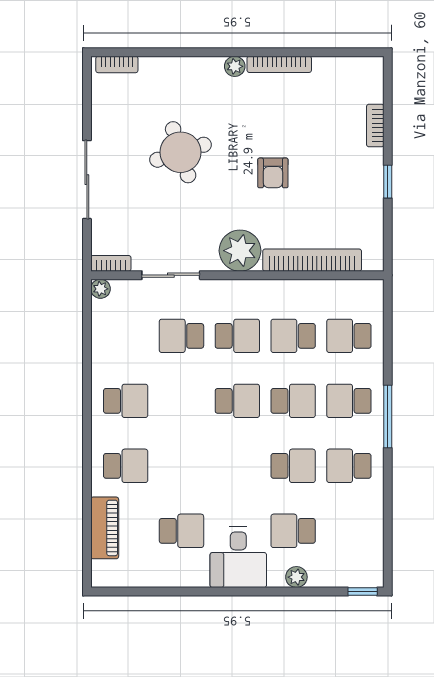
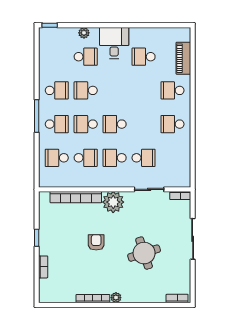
plant: (100, 289) -> (186, 182), removed
school desk: (349, 336) -> (57, 158), turned 180

